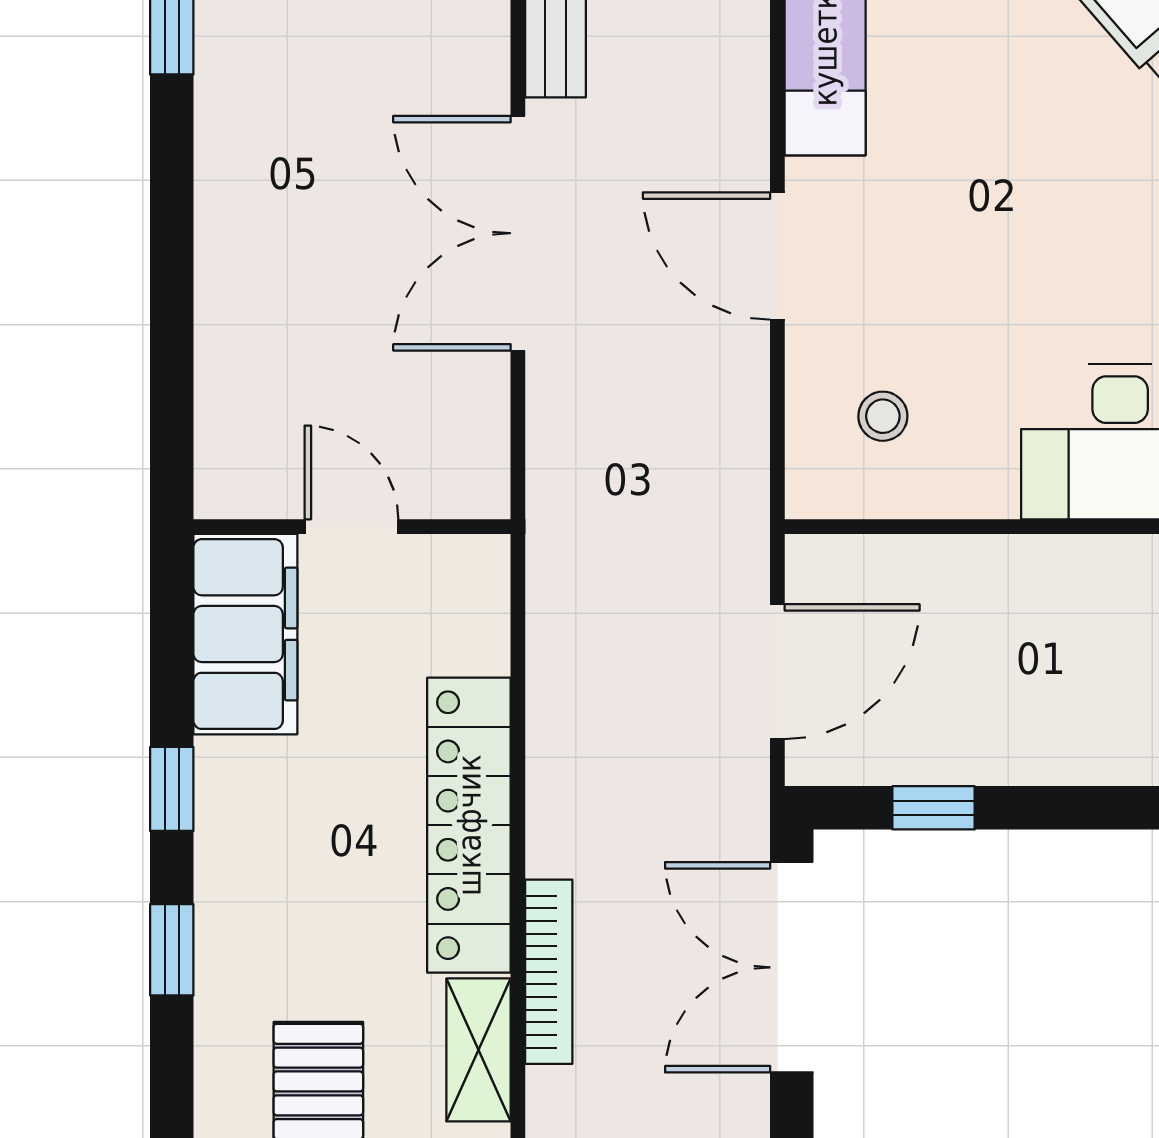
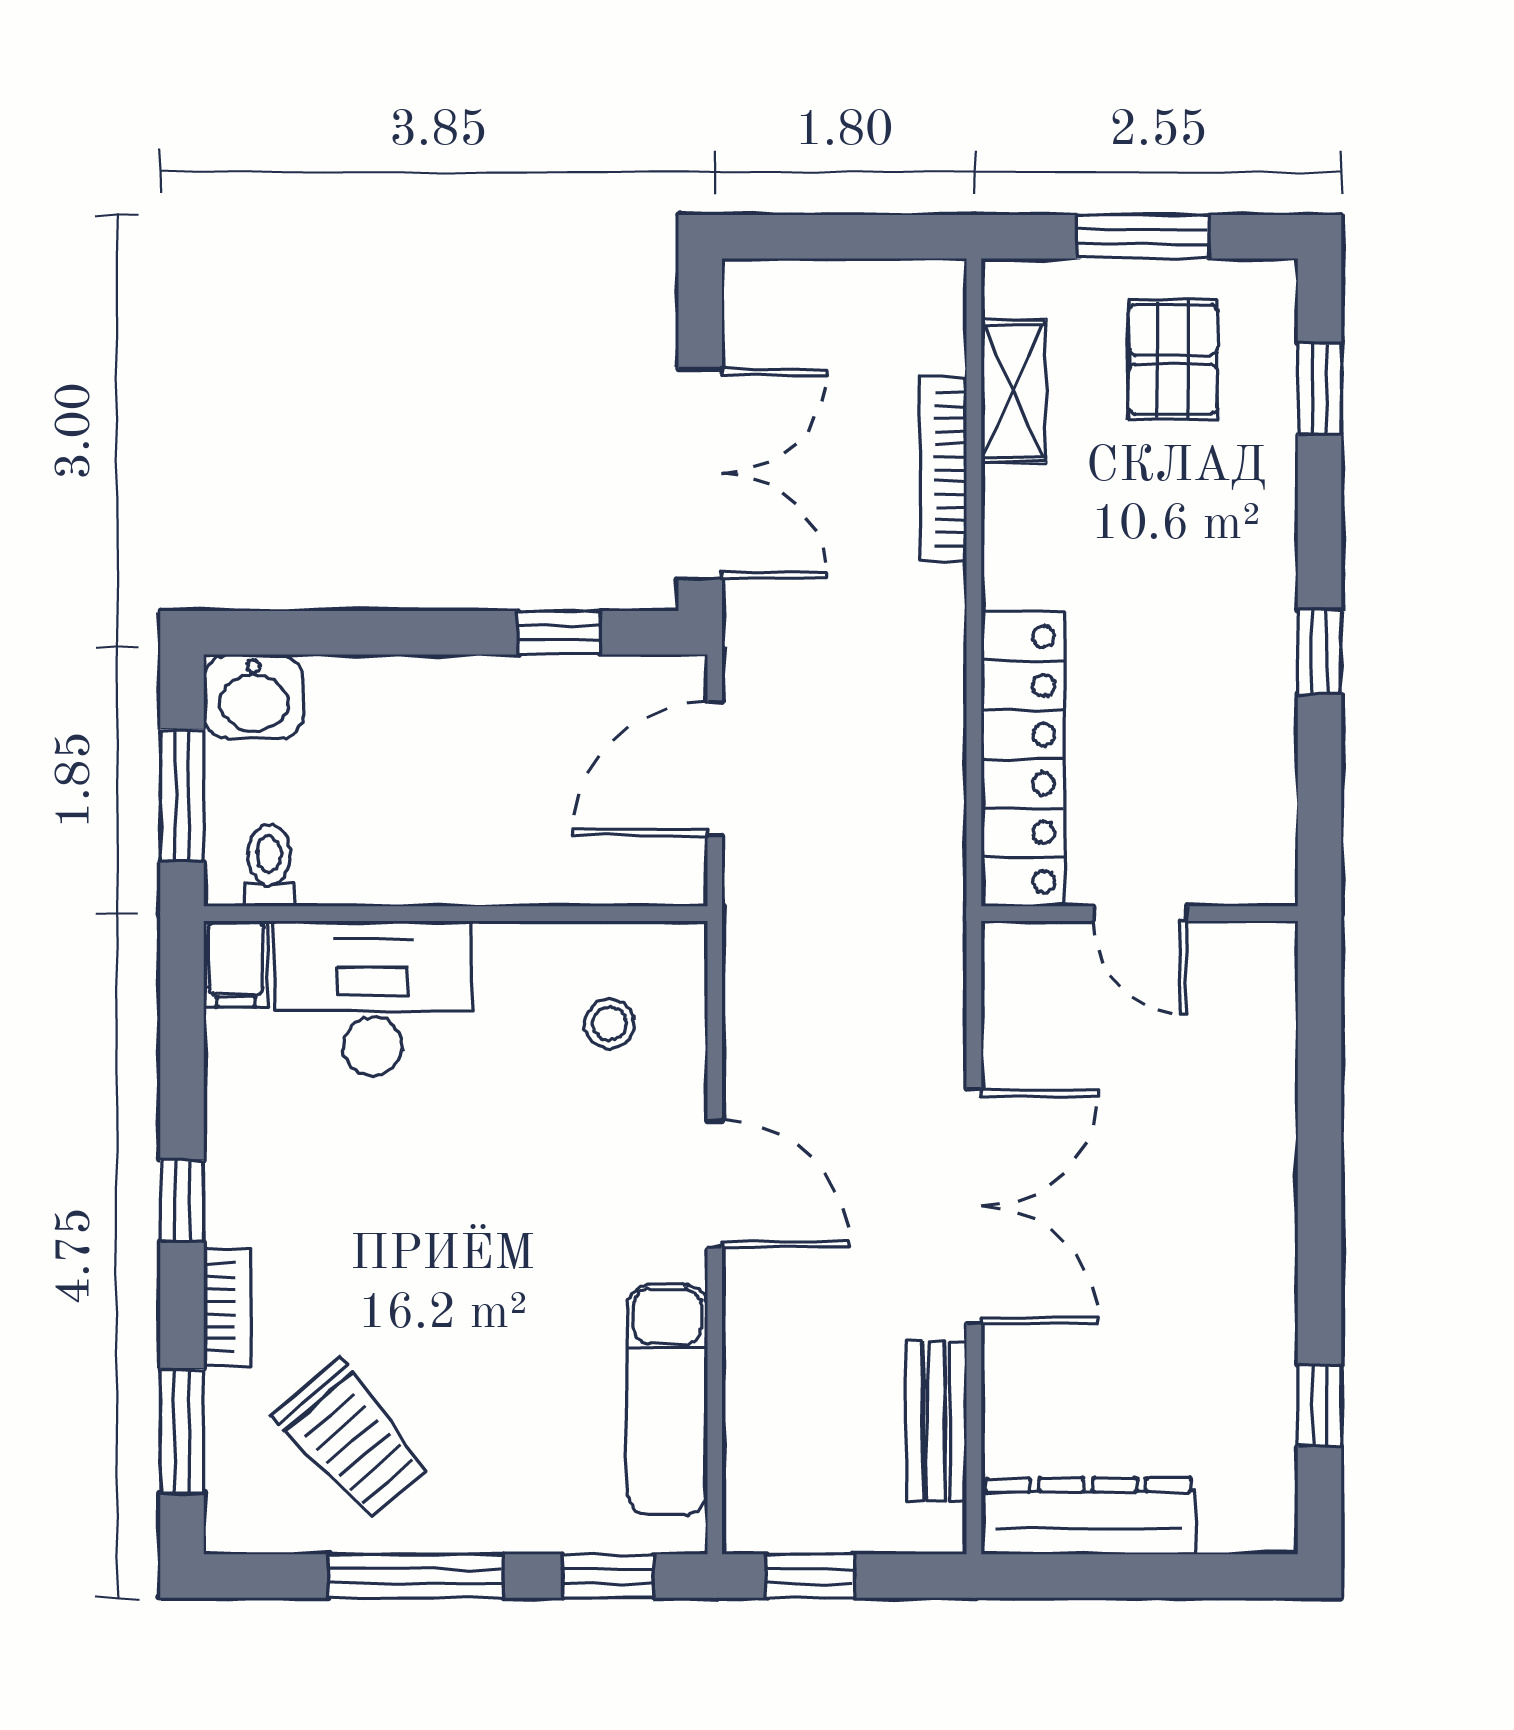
filing cabinet: (245, 634) -> (1246, 806), removed
locker: (469, 825) -> (1023, 759), moved
window: (172, 950) -> (1320, 389), moved

